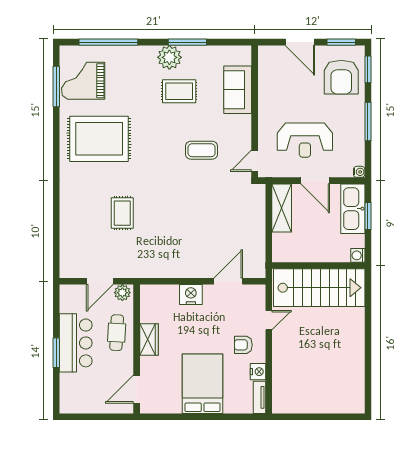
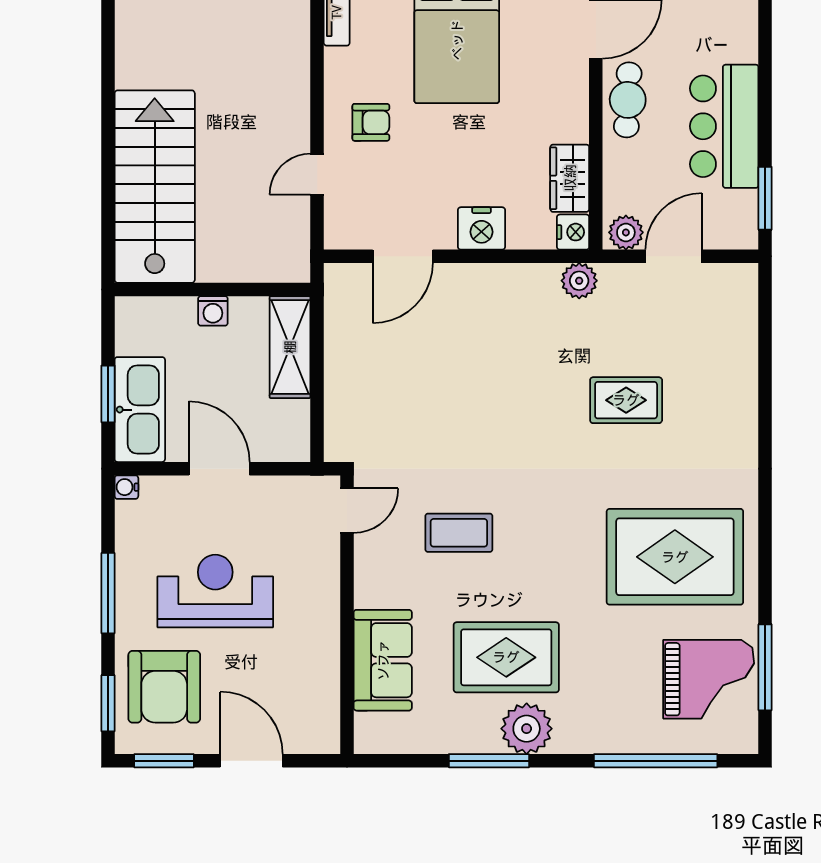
armchair: (341, 77) -> (164, 687), turned 180
rug: (179, 91) -> (506, 657), width x1.36, depth x1.43
reception desk: (305, 140) -> (215, 591), moved
shelving: (282, 208) -> (290, 347), moved
rug: (122, 213) -> (626, 400), turned 90
washing machine: (358, 255) -> (213, 311), moved, turned 90
plant: (145, 270) -> (579, 281), added
stairs: (319, 288) -> (155, 187), moved, turned 90
cafe table: (117, 333) -> (628, 100), moved
wardrobe: (149, 339) -> (570, 178), moved
window: (56, 353) -> (765, 198), moved
nightstand: (258, 372) -> (573, 232), moved, turned 180

